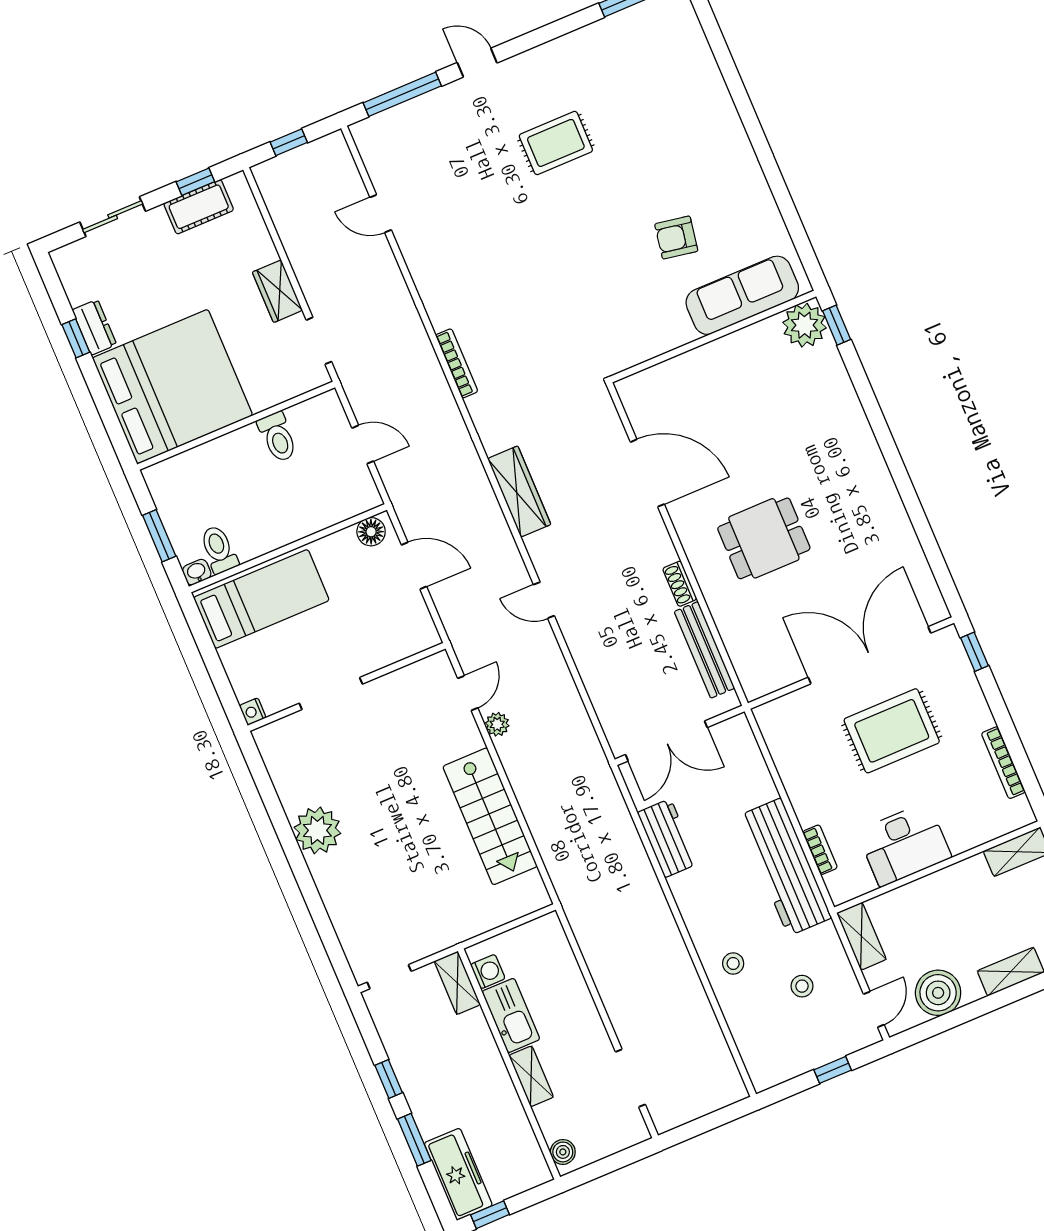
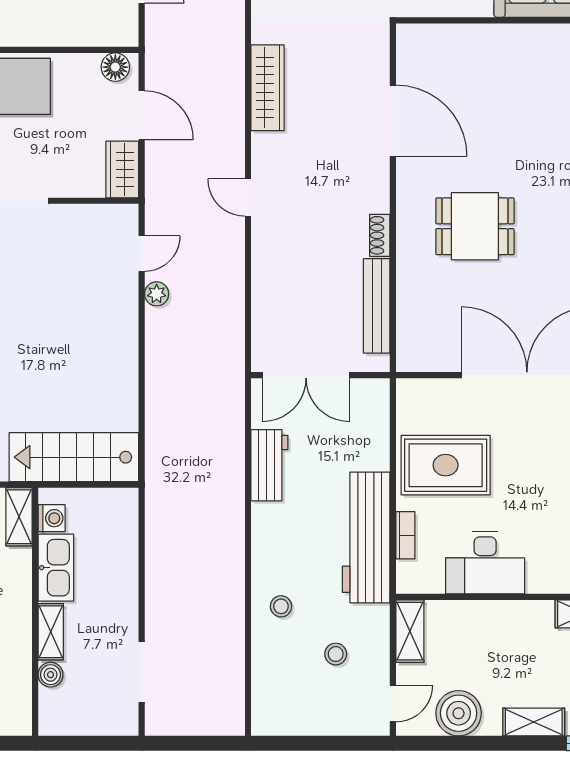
wardrobe: (417, 623) -> (122, 169), added
rug: (892, 731) -> (446, 465), moved
stairs: (490, 816) -> (74, 457), moved, turned 90
window: (833, 1070) -> (331, 743), removed
boiler: (563, 1152) -> (51, 675), moved

